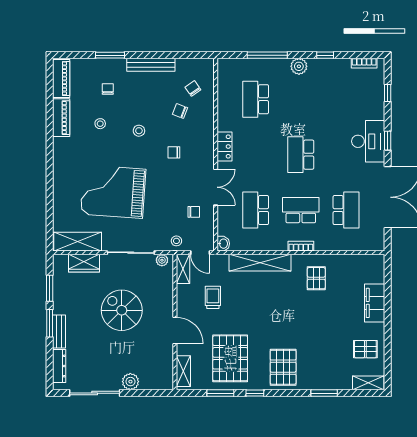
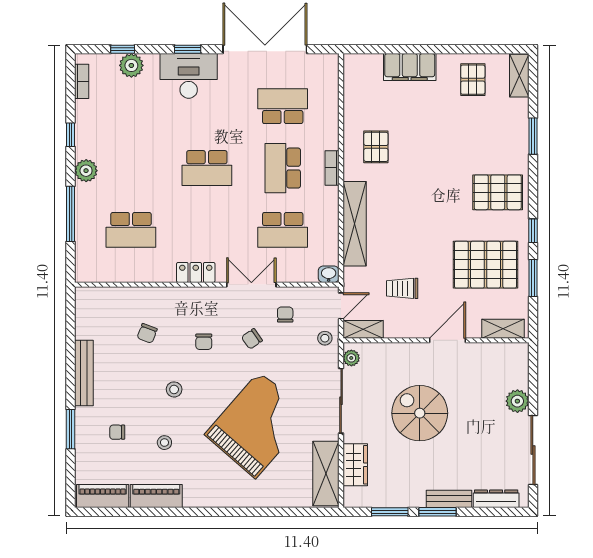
chair: (193, 88) -> (252, 339), moved
plant: (376, 99) -> (131, 65), added
grand piano: (113, 192) -> (258, 425), turned -143
pallet: (316, 278) -> (376, 147), turned 90
spiral stairs: (122, 310) -> (420, 413), turned 90

